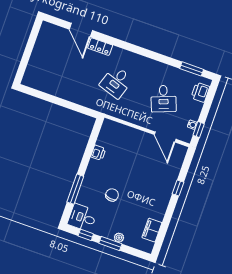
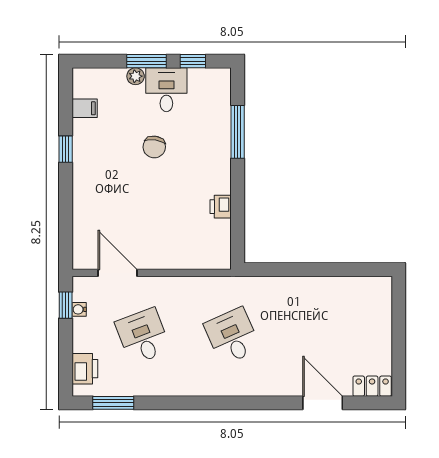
locker: (100, 47) -> (372, 386), moved
desk: (116, 82) -> (232, 336), turned -42
window: (178, 188) -> (66, 149), moved
chair: (112, 195) -> (154, 147), moved
desk: (82, 218) -> (166, 90), moved, turned -90
filing cabinet: (152, 230) -> (85, 108), width x0.50

